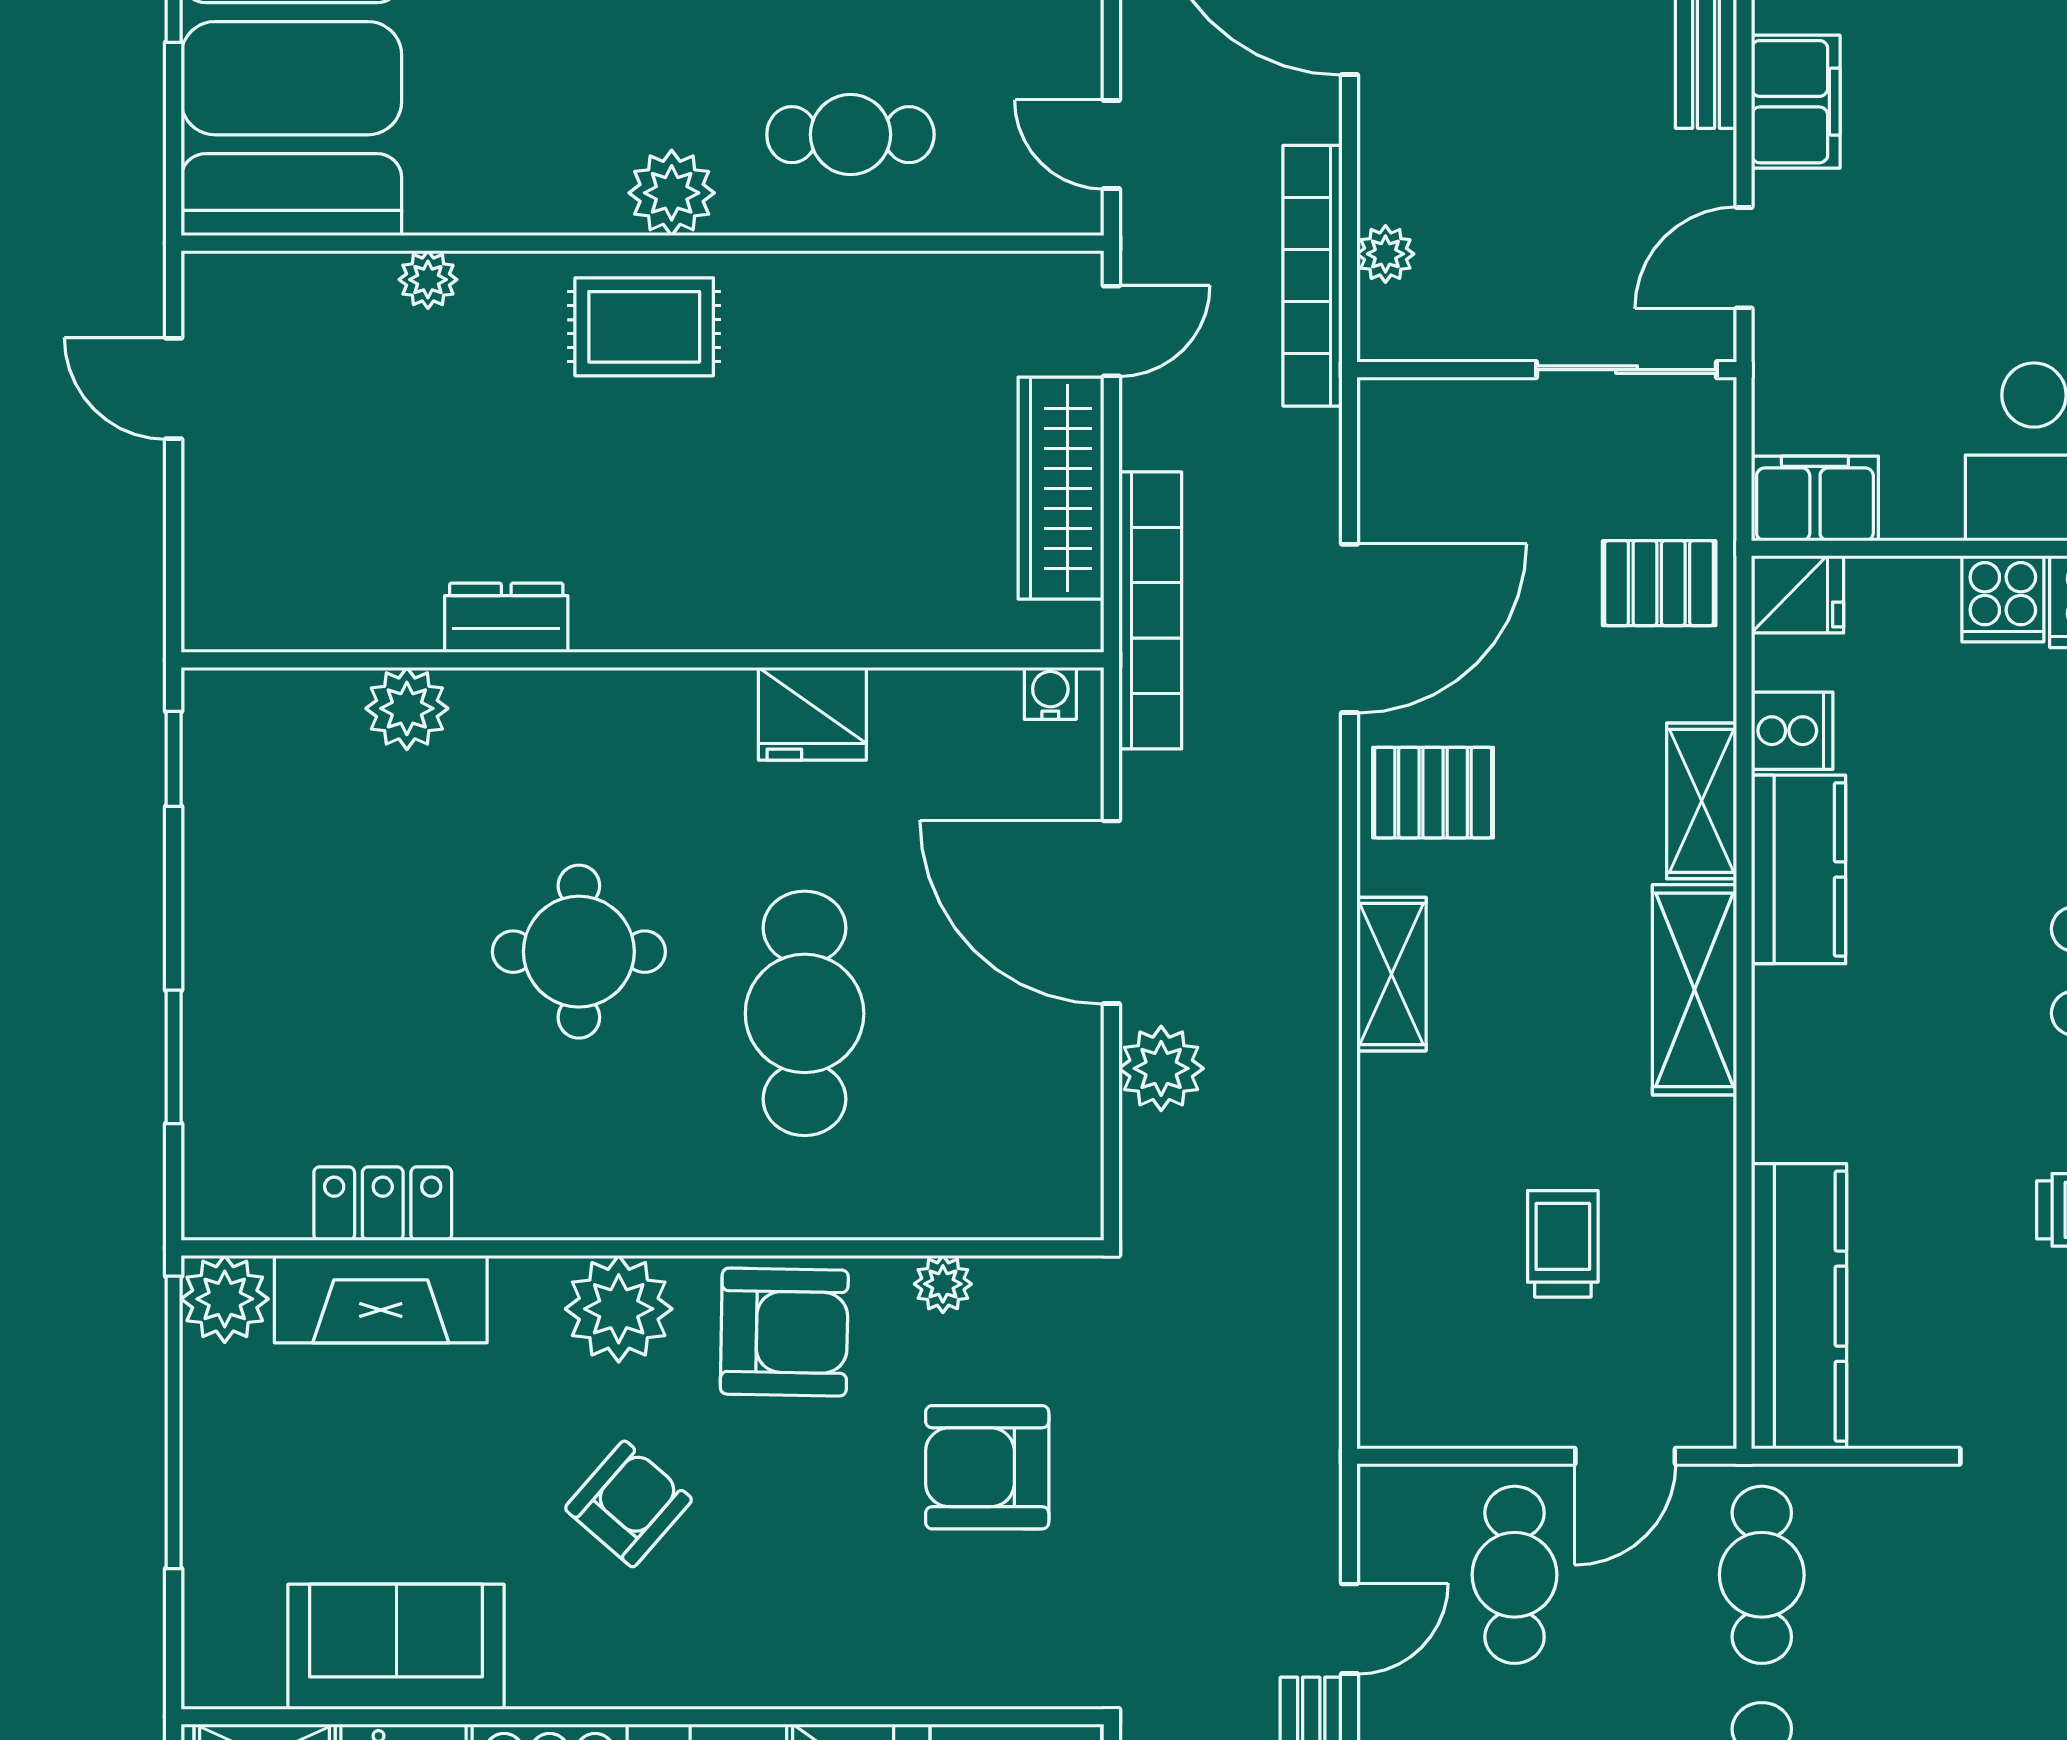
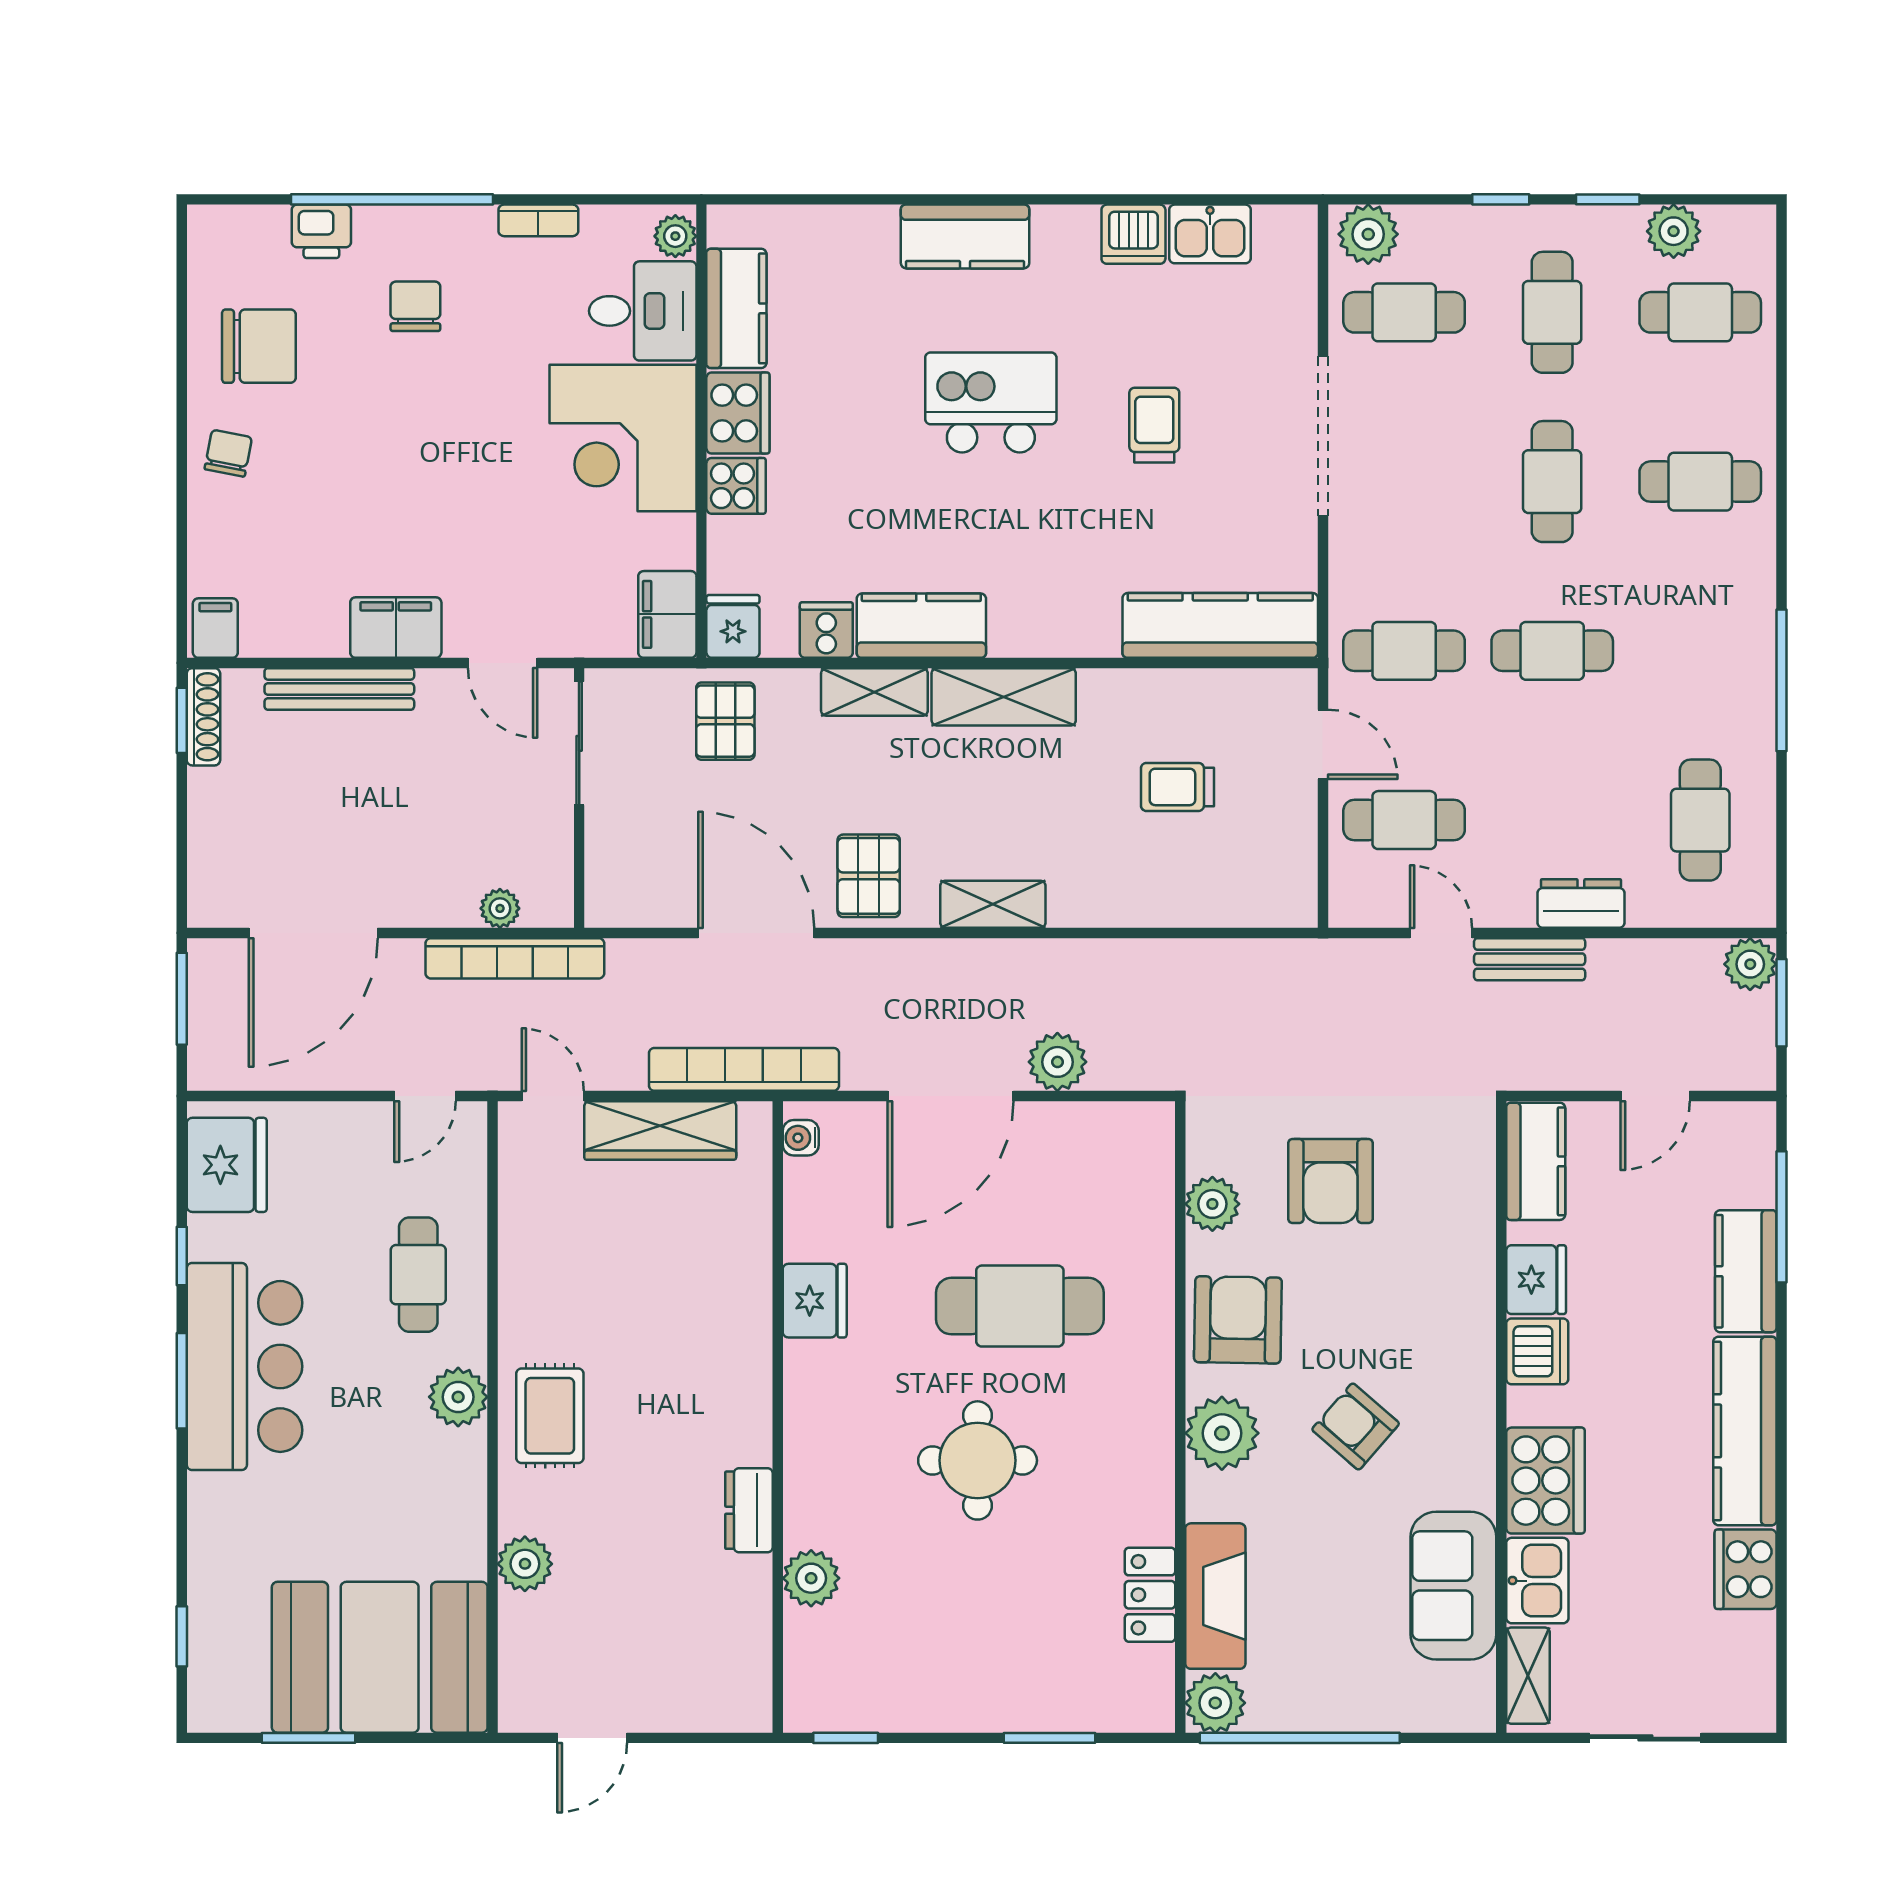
plant: (428, 280) -> (525, 1564), width x1.38, depth x1.38
plant: (943, 1284) -> (1212, 1204), width x1.38, depth x1.38

